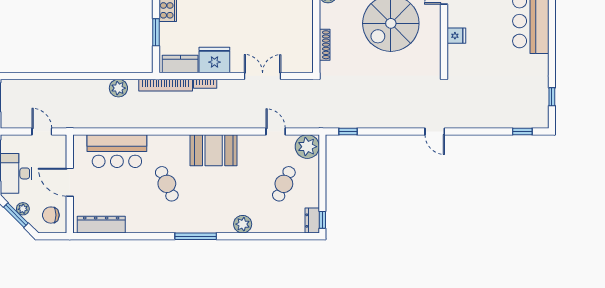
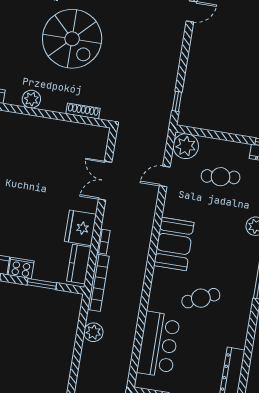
cafe table: (284, 184) -> (221, 177), turned -30

